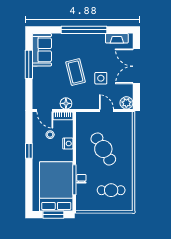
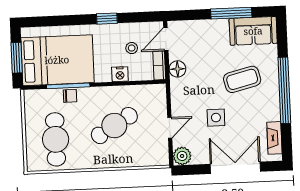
coffee table: (76, 72) -> (242, 79), moved
cafe table: (111, 190) -> (56, 139), width x1.37, depth x1.35

